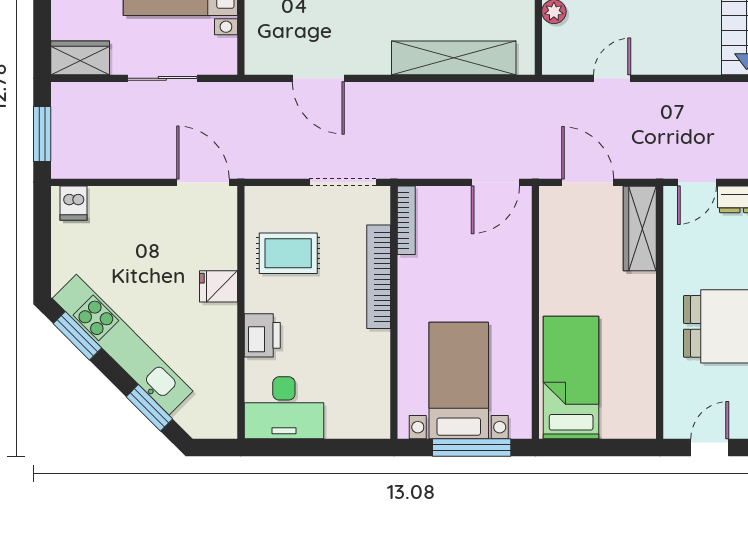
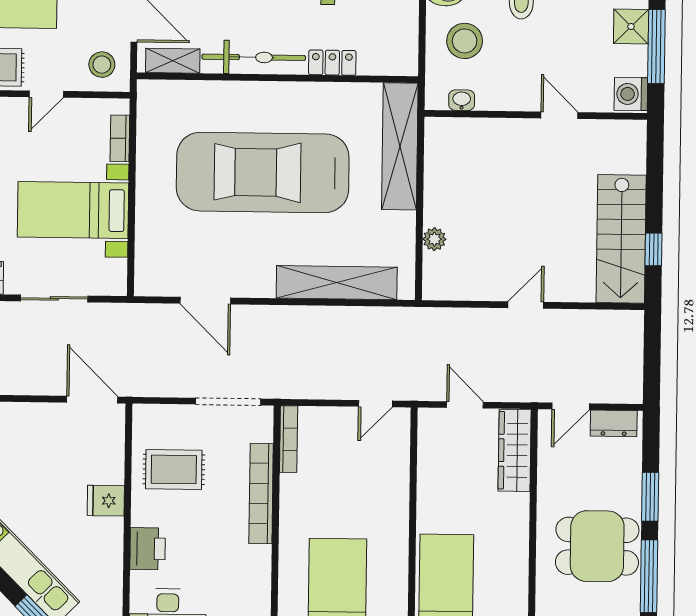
door: (612, 78) -> (526, 305), moved
door: (495, 182) -> (375, 404), width x0.73
door: (588, 182) -> (465, 405), width x0.73

